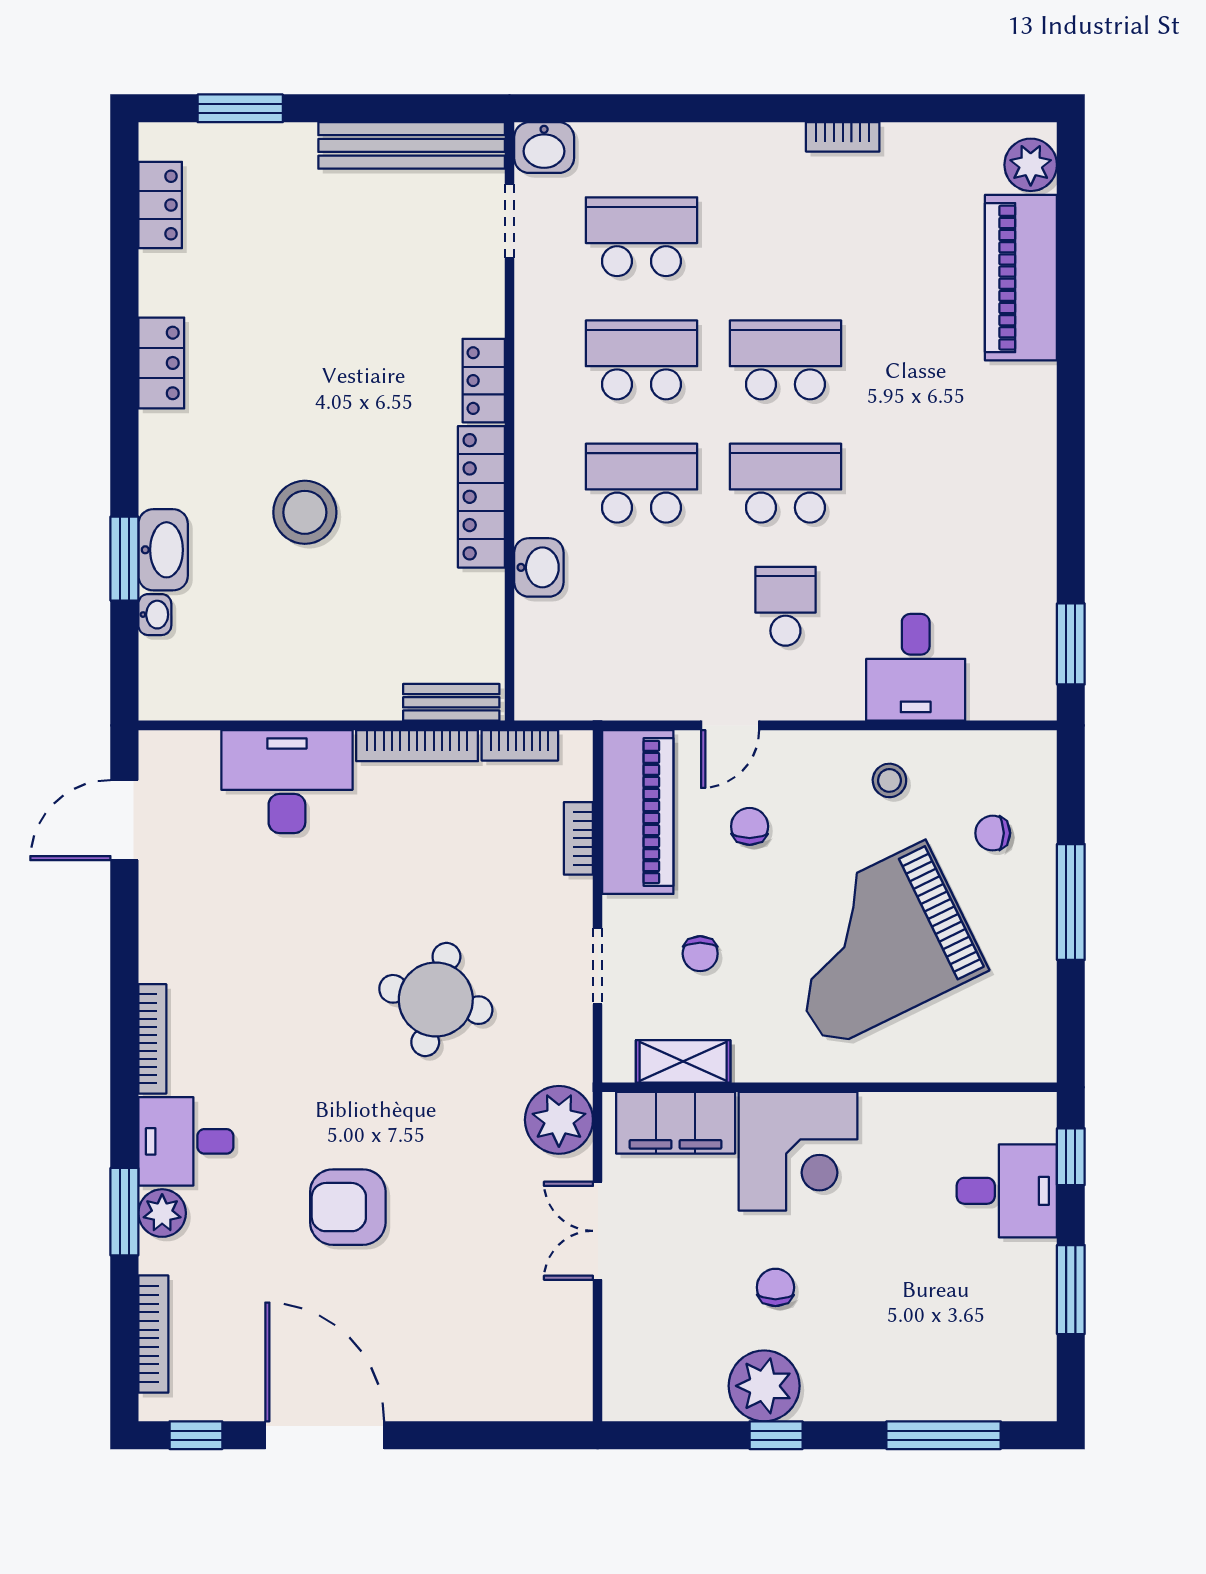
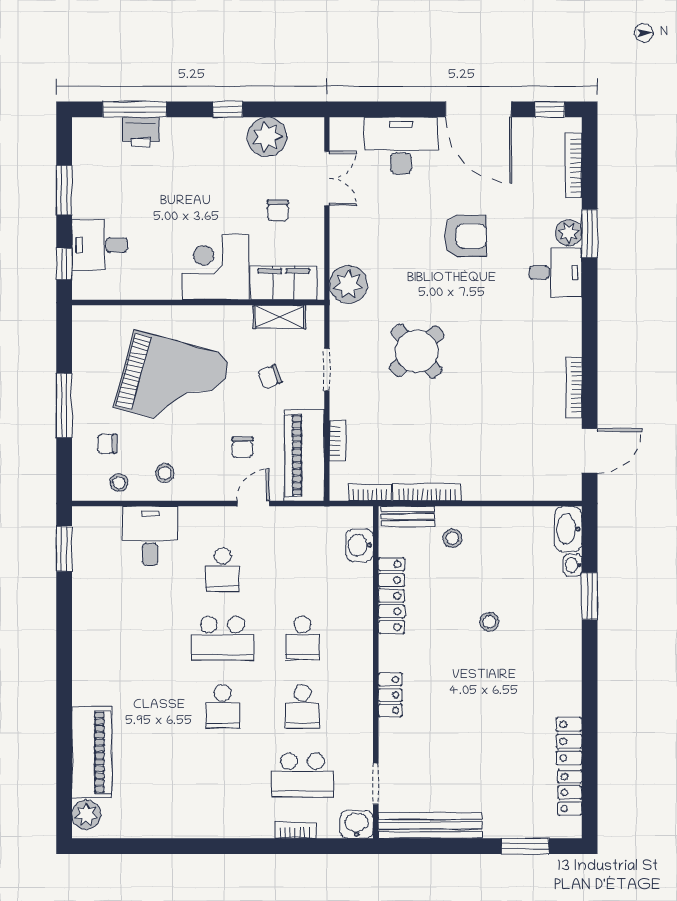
bookcase: (843, 137) -> (295, 830), moved
school desk: (641, 360) -> (302, 706), width x0.54
school desk: (785, 360) -> (223, 706), width x0.54
locker: (161, 363) -> (569, 741), moved
school desk: (641, 483) -> (302, 638), width x0.54
locker: (481, 497) -> (391, 596), moved
stool: (305, 512) -> (489, 622), width x0.53, depth x0.53
washbasin: (163, 550) -> (568, 529), moved
washbasin: (539, 567) -> (359, 545), moved
stool: (372, 663) -> (452, 538), added
stool: (972, 763) -> (119, 483), added
desk: (287, 782) -> (401, 146), moved, turned 180
chair: (993, 833) -> (107, 444), turned 180
grand piano: (876, 945) -> (172, 382), turned 41
chair: (700, 954) -> (270, 377), turned -111
round table: (436, 999) -> (417, 351), turned 34
bookcase: (152, 1039) -> (574, 387), moved
double door: (598, 1231) -> (327, 179), moved
chair: (775, 1287) -> (278, 211), moved
plant: (764, 1386) -> (267, 137), moved
printer: (933, 1394) -> (141, 132), added

